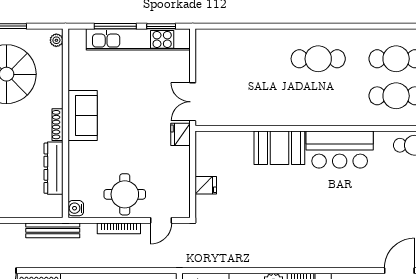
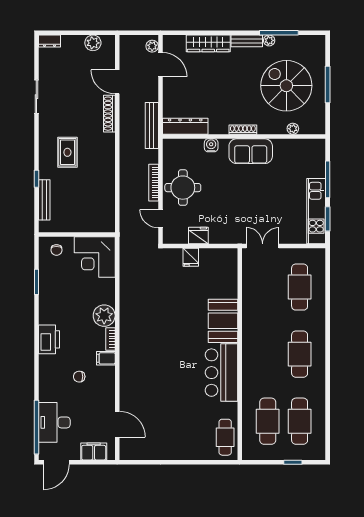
kitchen unit: (138, 39) -> (316, 211), width x0.73
plant: (56, 40) -> (293, 129), moved
cafe table: (240, 59) -> (300, 287), added
fridge: (180, 134) -> (198, 236), moved
dresser: (54, 168) -> (185, 126), moved
water cooler: (76, 208) -> (211, 145), moved

